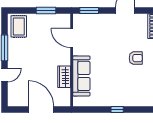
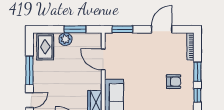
plant: (37, 19) -> (65, 39), added

